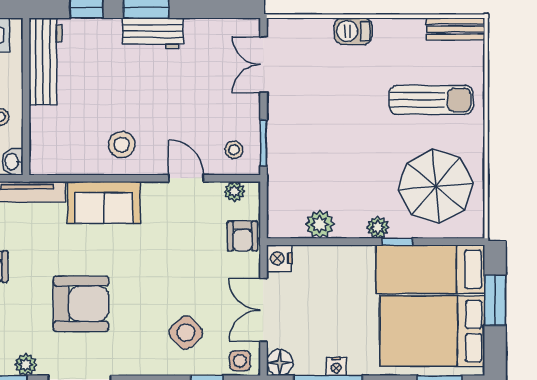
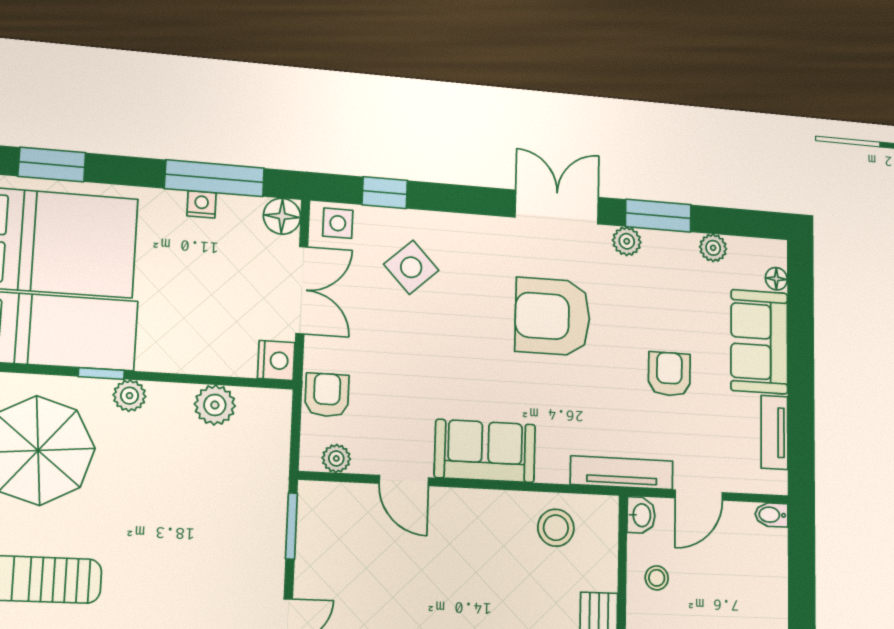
stool: (122, 145) -> (556, 528), moved
stool: (234, 150) -> (335, 518), removed
sofa: (104, 202) -> (485, 451), moved

